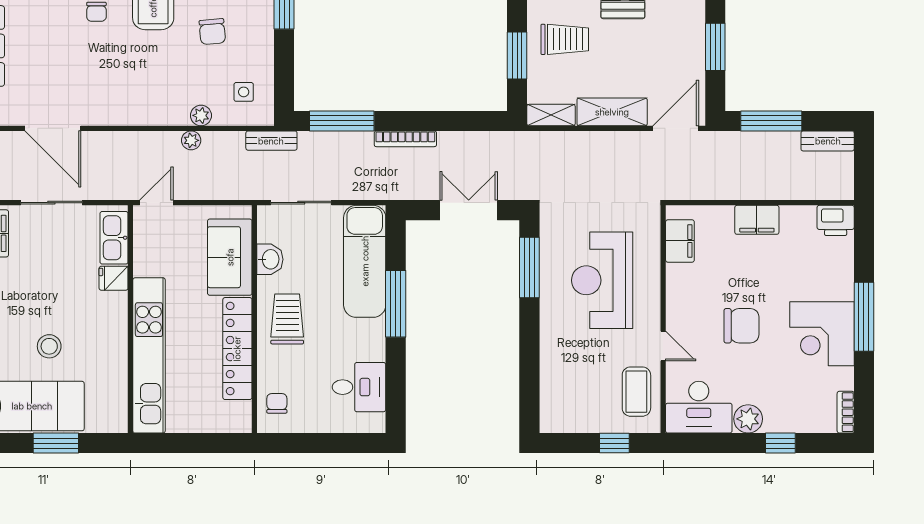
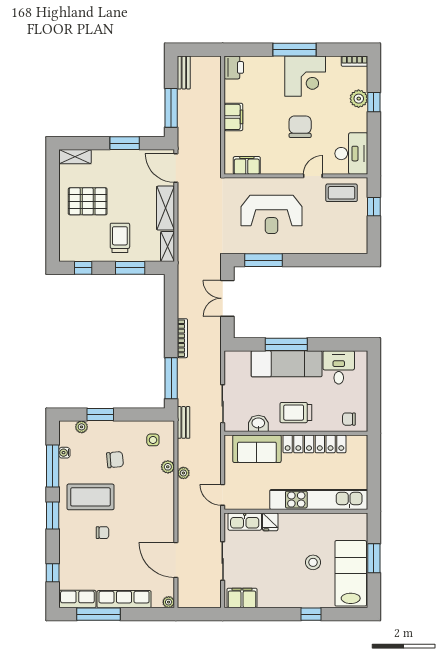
door: (53, 128) -> (176, 560), swing flipped
exam couch: (365, 261) -> (287, 364), moved
plant: (748, 419) -> (359, 99), moved

